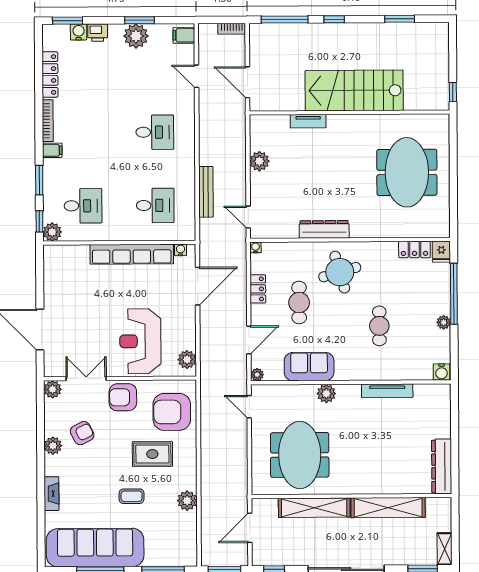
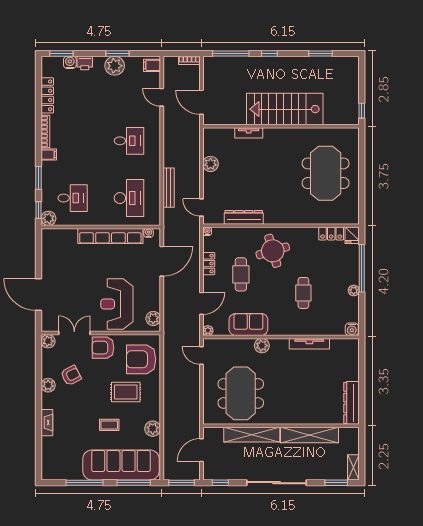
desk: (155, 205) -> (129, 198), width x1.37
dresser: (324, 229) -> (244, 217), moved
sofa: (95, 548) -> (121, 465), moved

